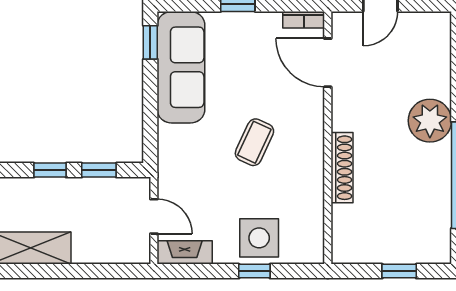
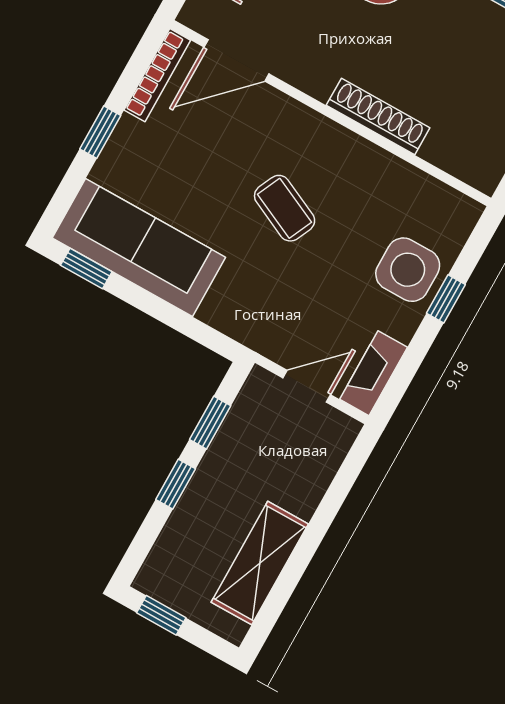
bookcase: (304, 20) -> (157, 75), width x1.56

